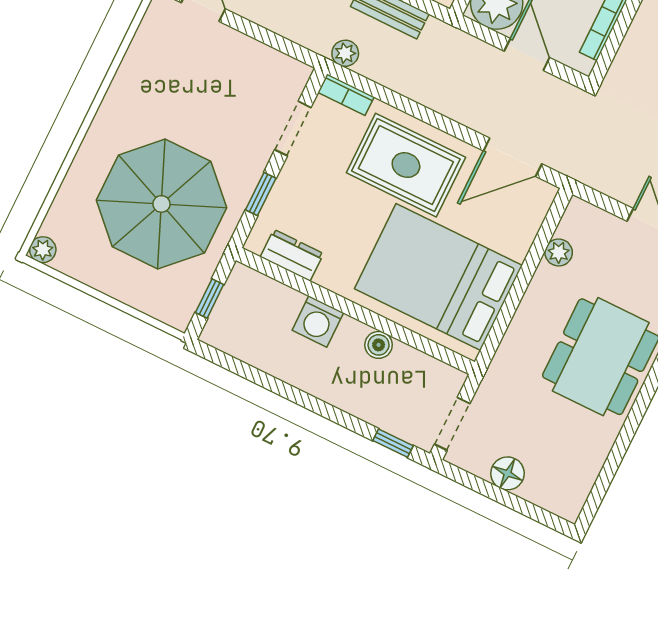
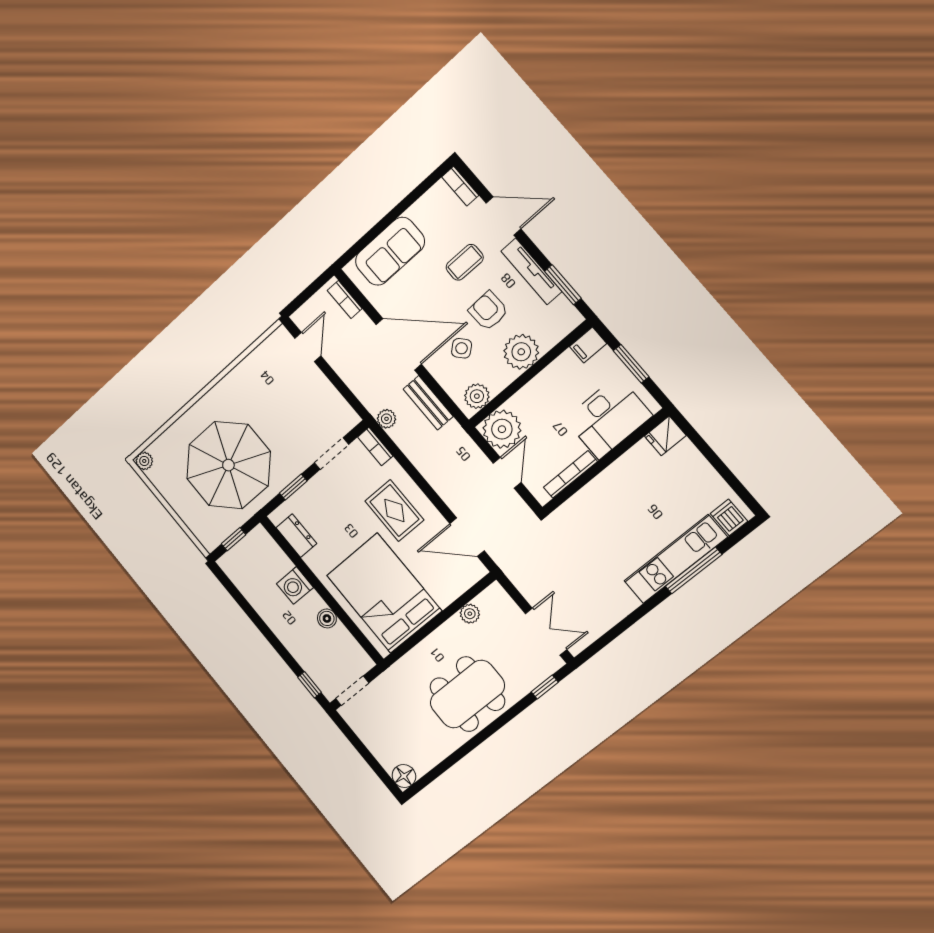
rug: (406, 165) -> (394, 510), width x0.73, depth x0.70
floor lamp: (507, 473) -> (404, 776), moved

